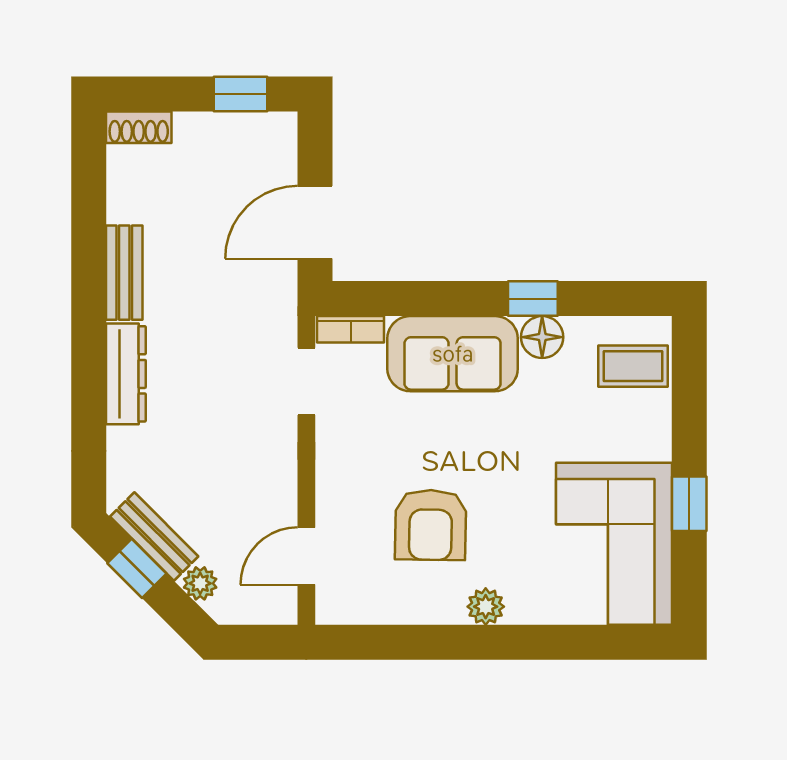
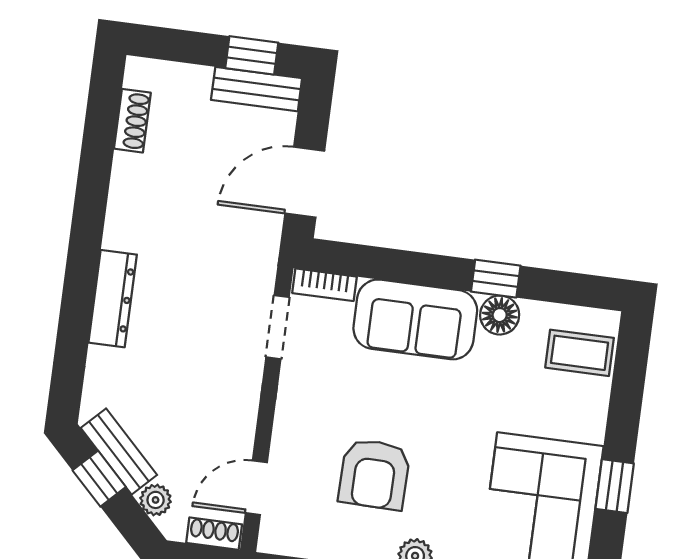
shoe rack: (139, 127) -> (132, 121), moved, turned -90
bench: (124, 273) -> (257, 89), moved, turned 90
shoe rack: (267, 611) -> (214, 534), added

